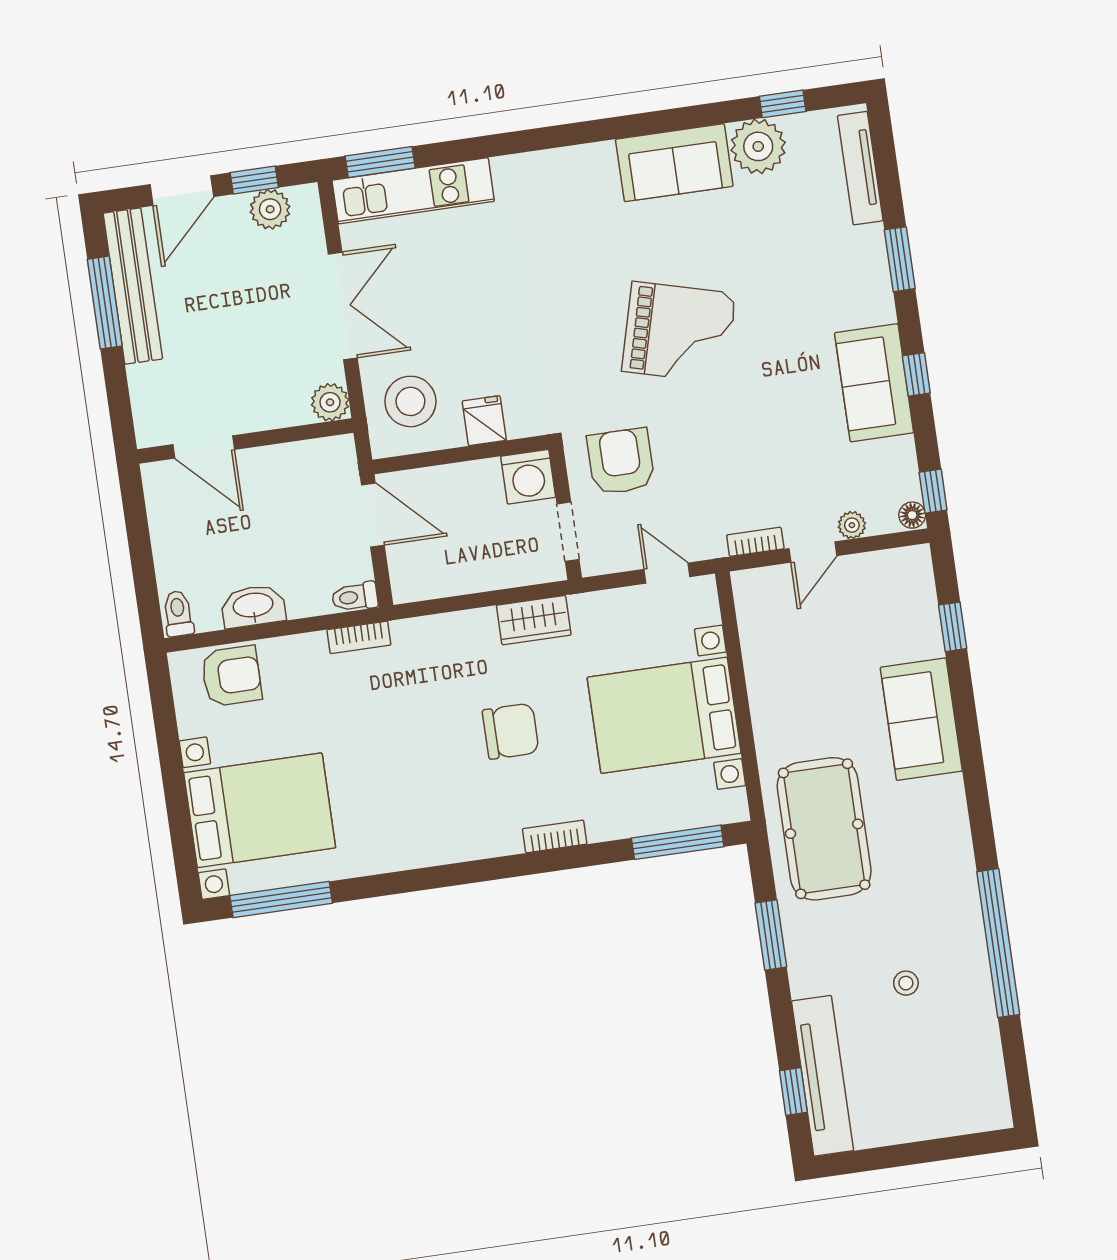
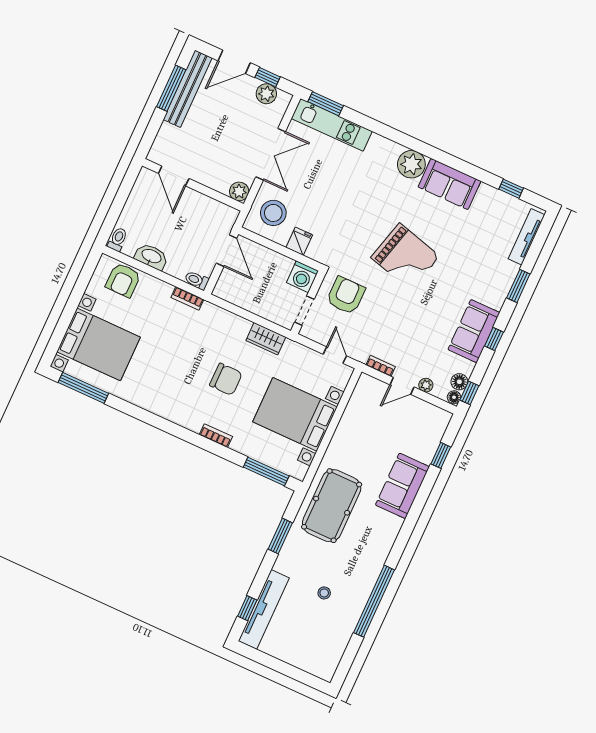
plant: (758, 146) -> (411, 164), moved
floor lamp: (904, 483) -> (459, 382), added
armchair: (231, 676) -> (123, 280), turned 90

